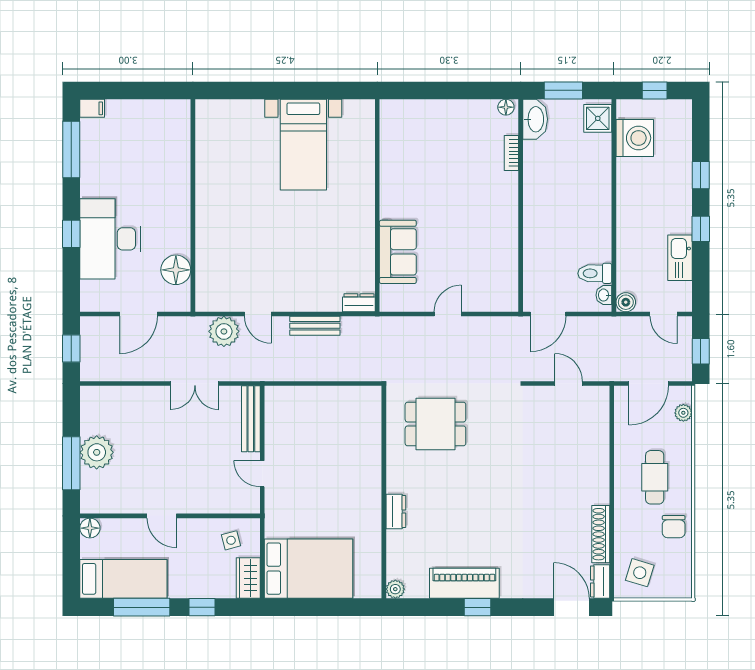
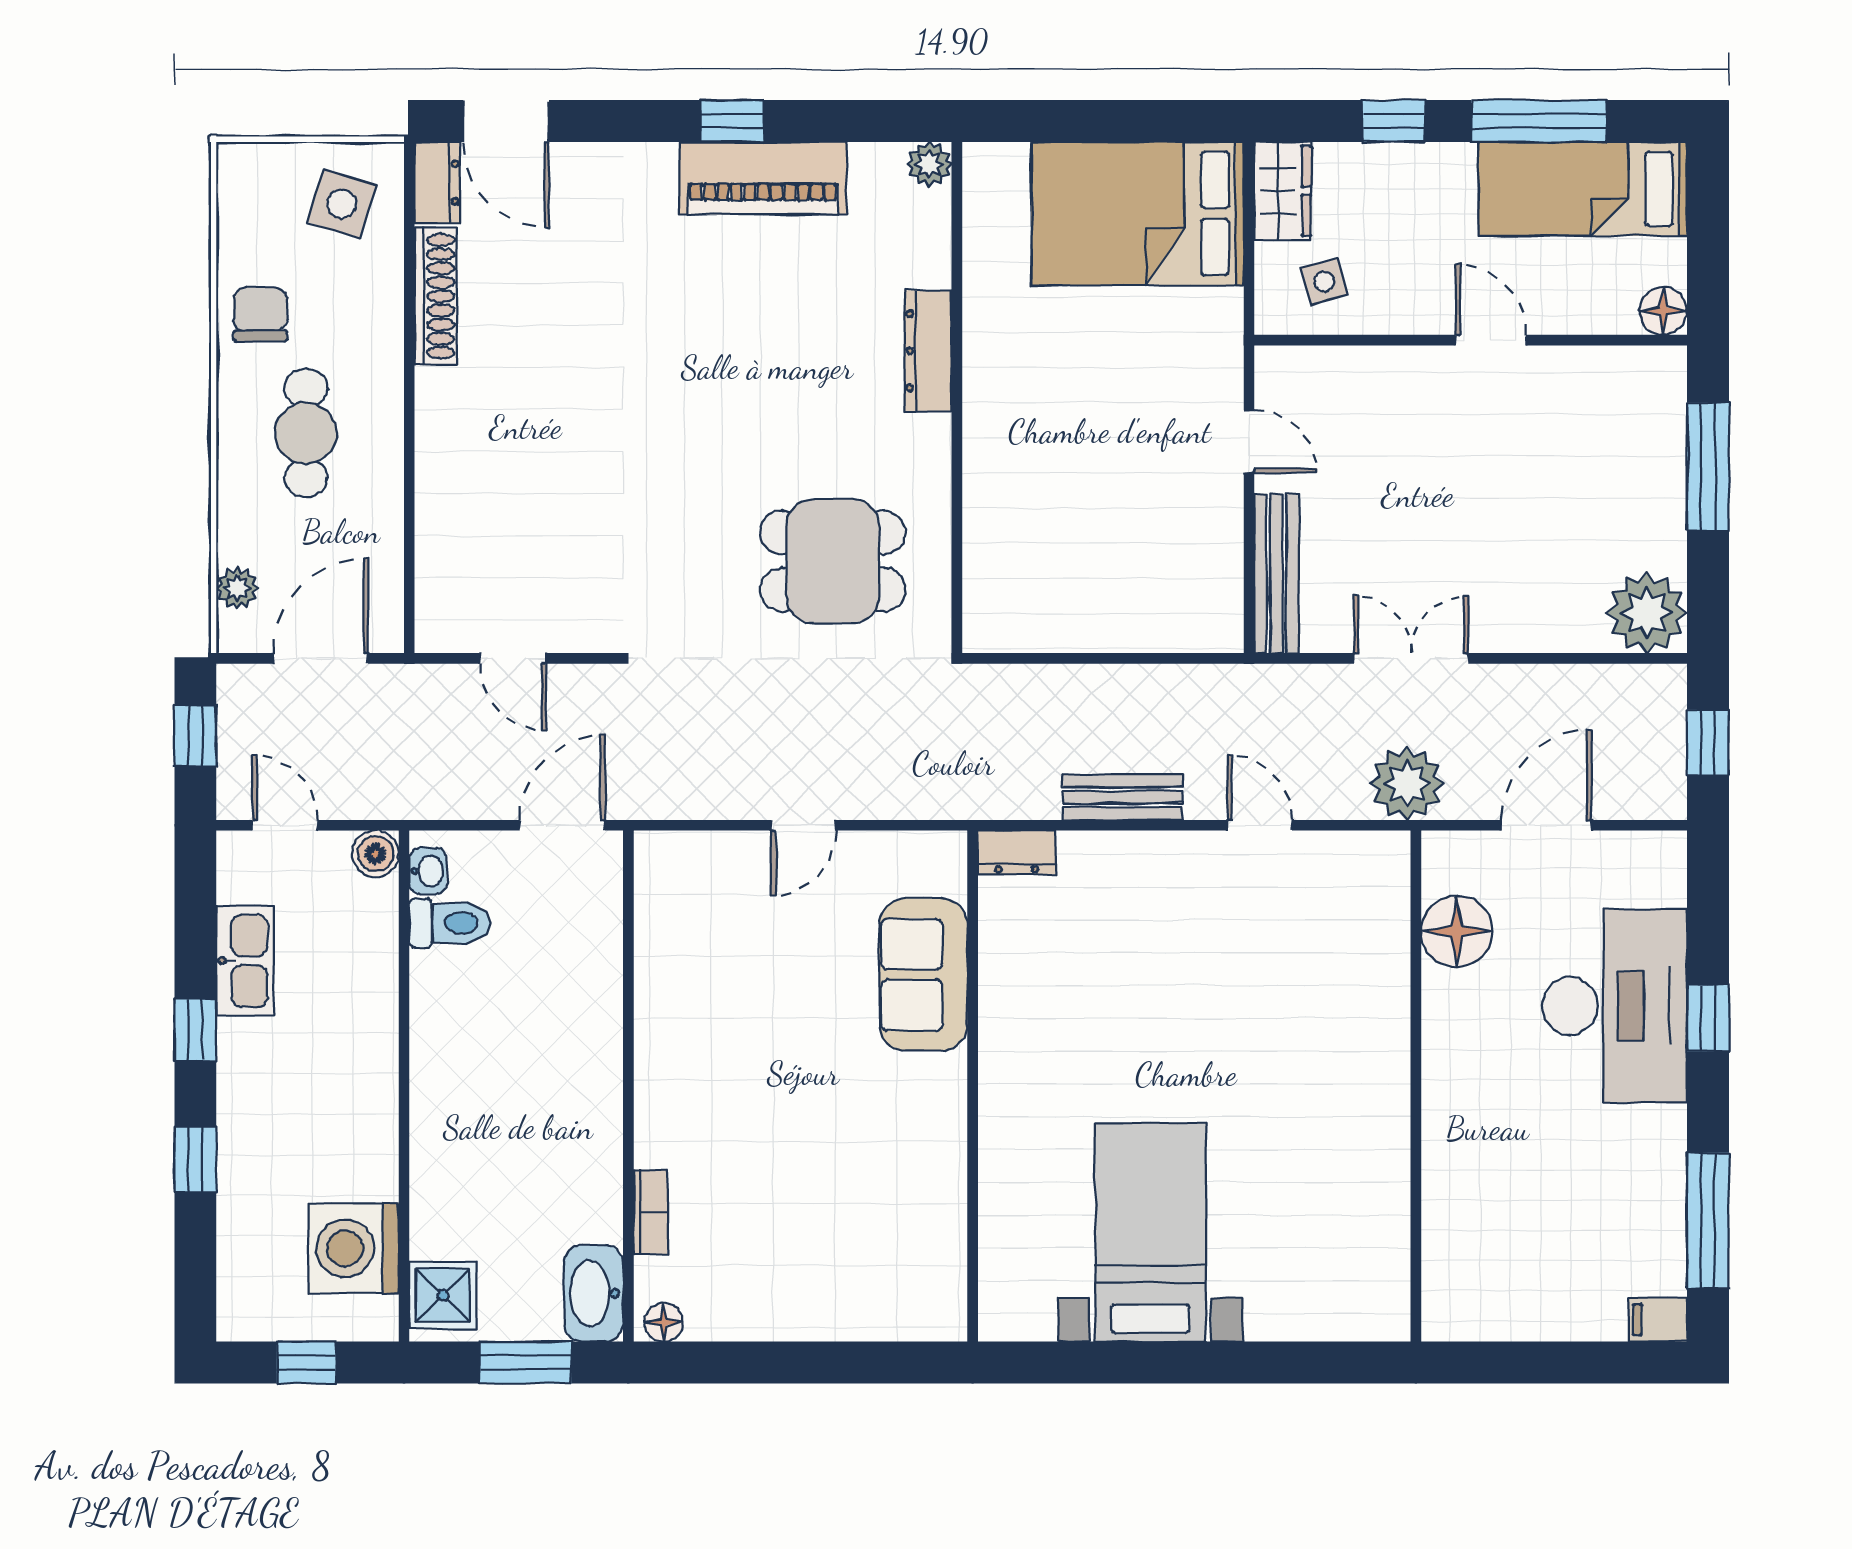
plant: (224, 331) -> (1407, 783), moved
plant: (97, 452) -> (1647, 613), moved
dresser: (396, 512) -> (928, 351), width x1.44

